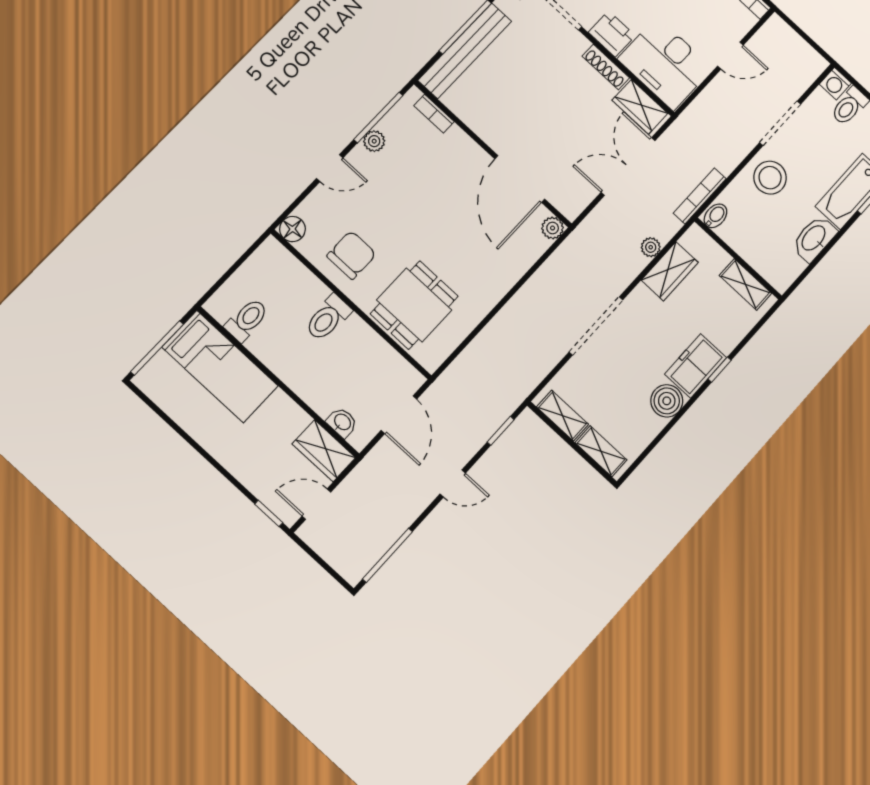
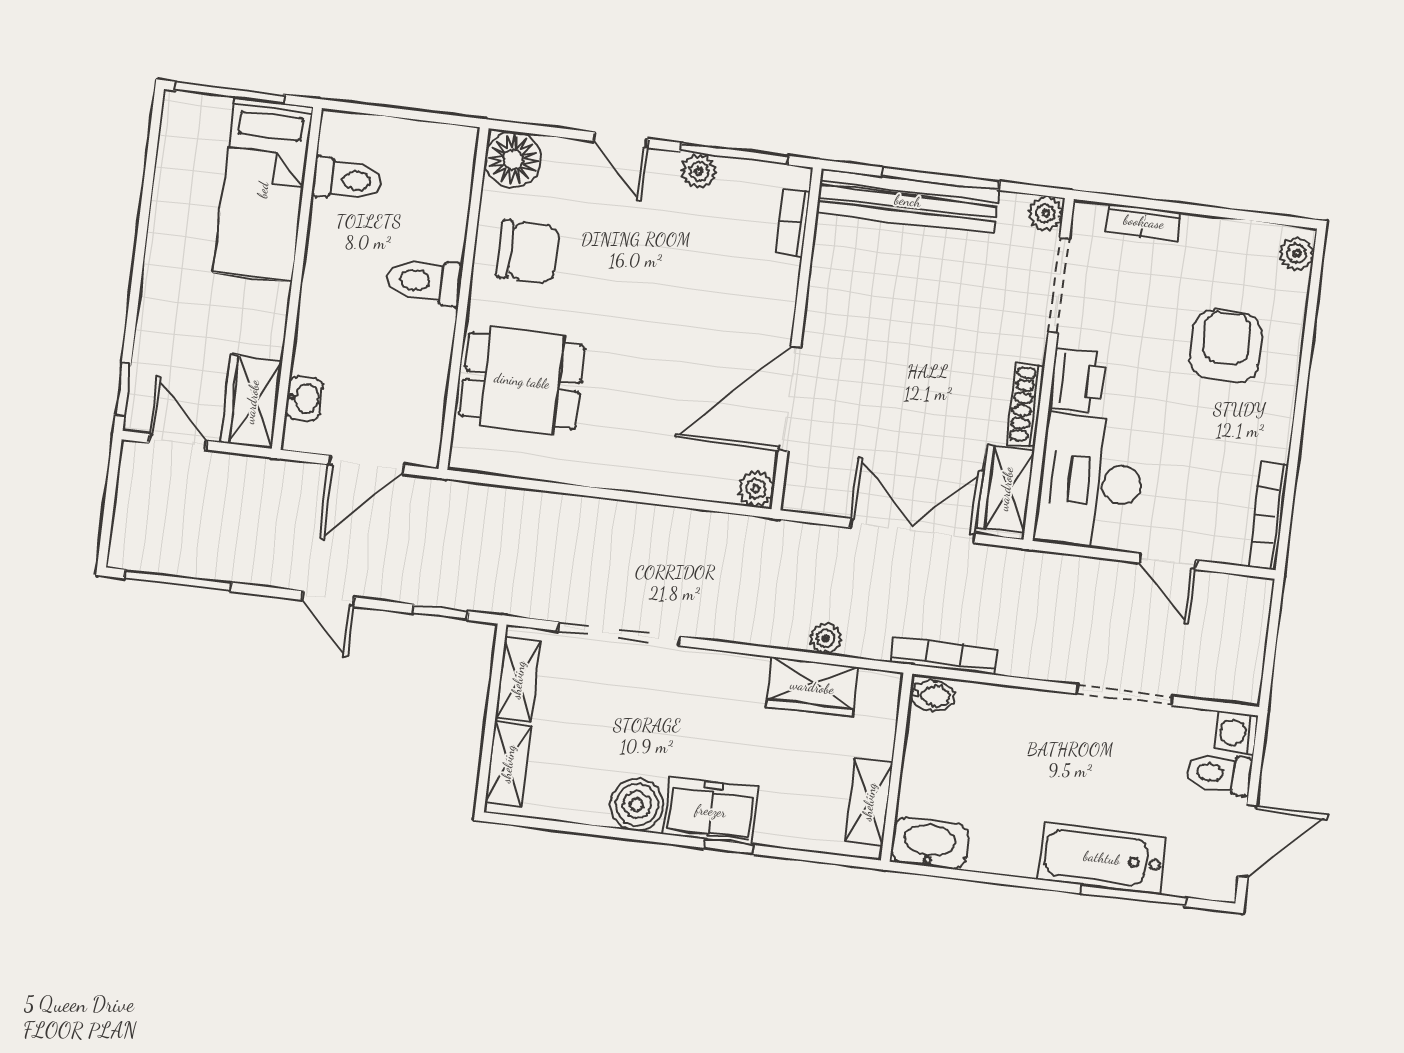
stool: (770, 178) -> (1039, 733), removed
floor lamp: (292, 229) -> (513, 159), width x1.38, depth x1.38
washbasin: (814, 238) -> (930, 843), moved
doorway: (596, 326) -> (619, 634), moved

